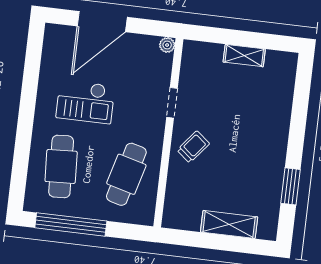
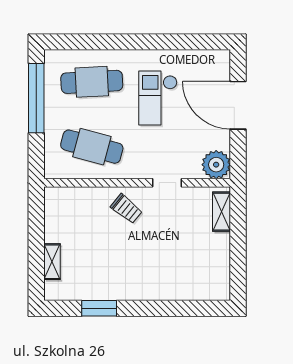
plant: (167, 45) -> (216, 165), width x1.88, depth x1.88
shelving: (244, 56) -> (222, 212), moved
shelving: (229, 224) -> (52, 262), width x0.67, depth x0.75

